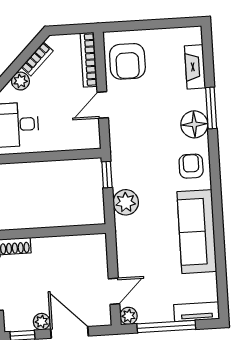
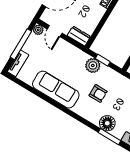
armchair: (191, 166) -> (98, 93), moved
window: (107, 175) -> (103, 60), moved
dresser: (97, 251) -> (79, 36), added

